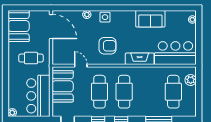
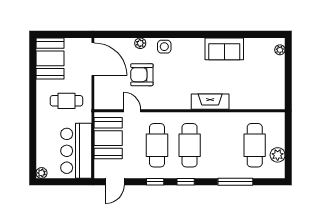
armchair: (108, 46) -> (142, 75), moved, turned 180
bar counter: (175, 53) -> (257, 94), removed
plant: (191, 80) -> (278, 155), moved

